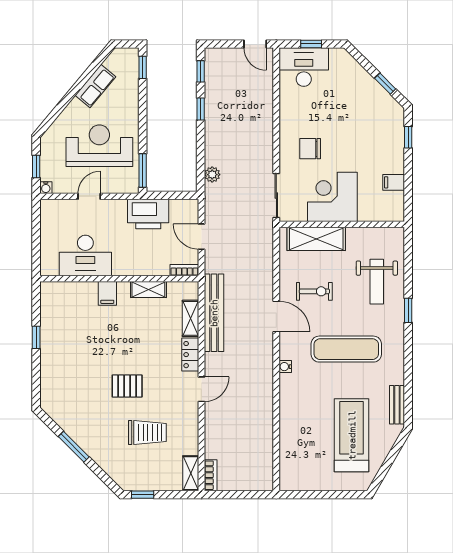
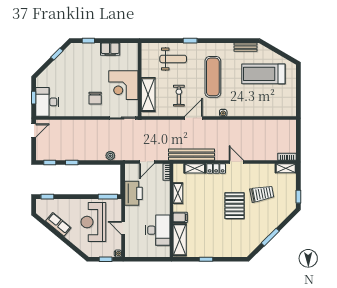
filing cabinet: (394, 182) -> (110, 49), width x2.00
shelving: (69, 292) -> (180, 240), added
pallet: (127, 386) -> (235, 206), width x1.50, depth x1.42
trolley: (147, 433) -> (262, 194), turned 79

